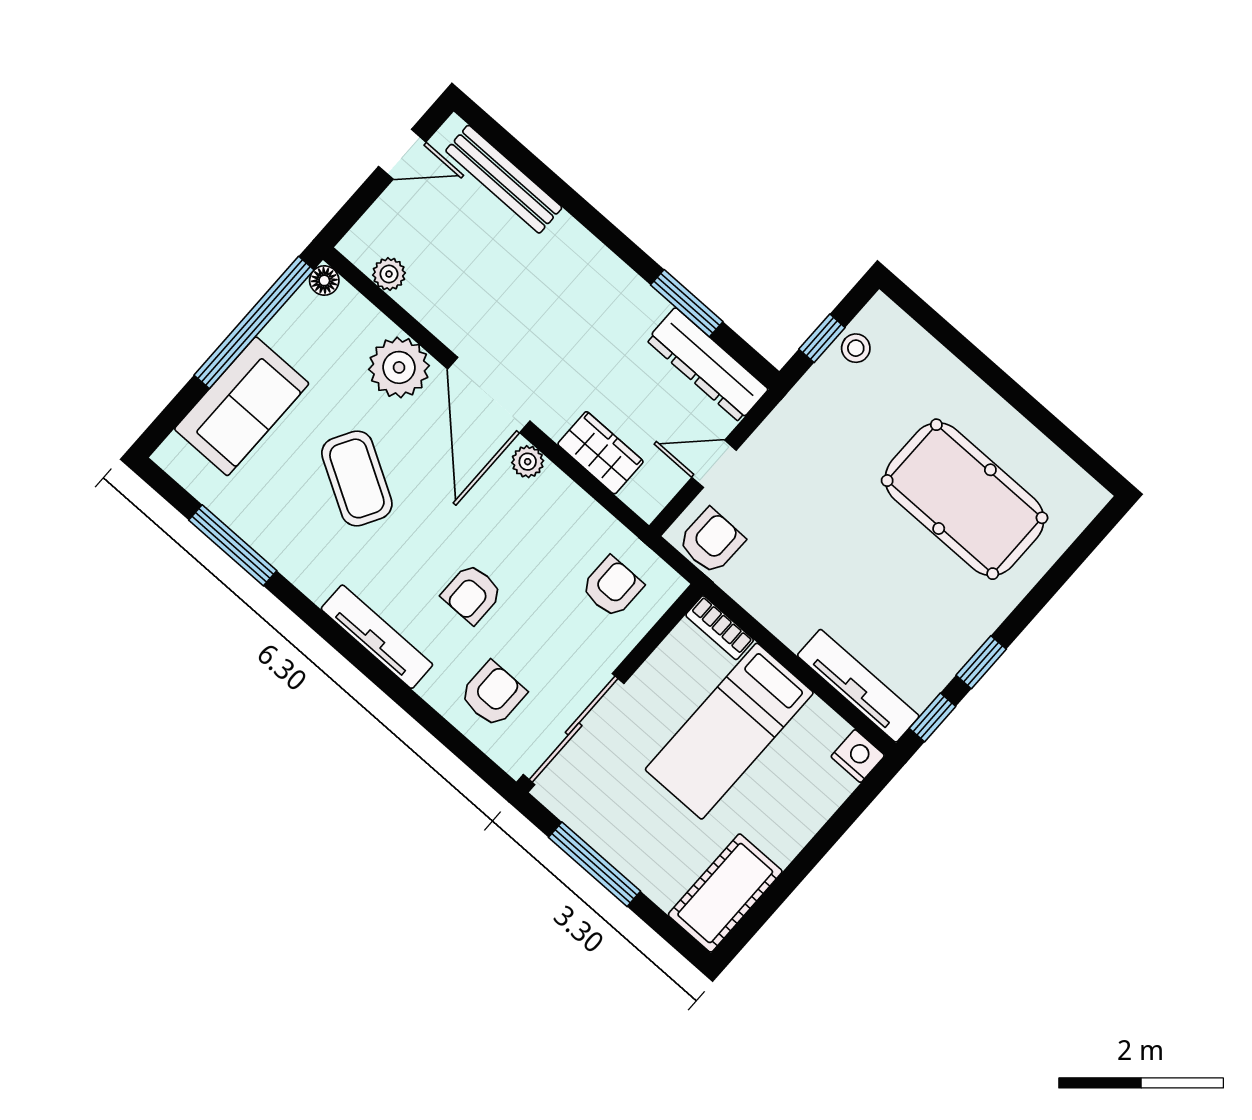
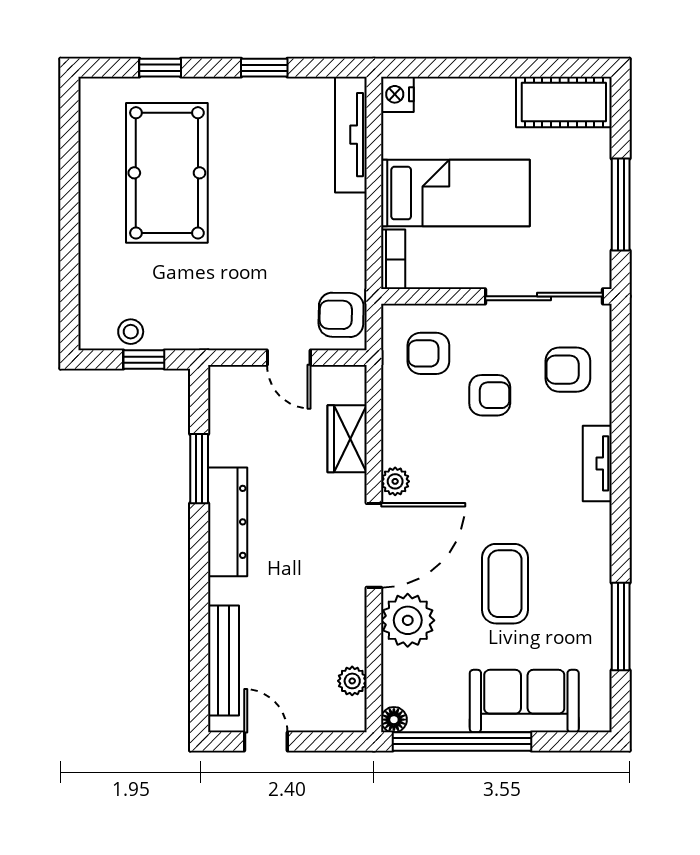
dresser: (707, 365) -> (228, 522), moved
coffee table: (357, 478) -> (505, 584), turned -30
armchair: (472, 594) -> (490, 395), moved
tv unit: (377, 637) -> (597, 463), width x0.71
window: (932, 717) -> (160, 68), moved

